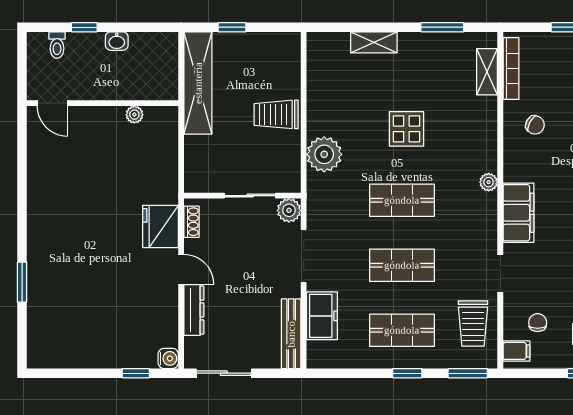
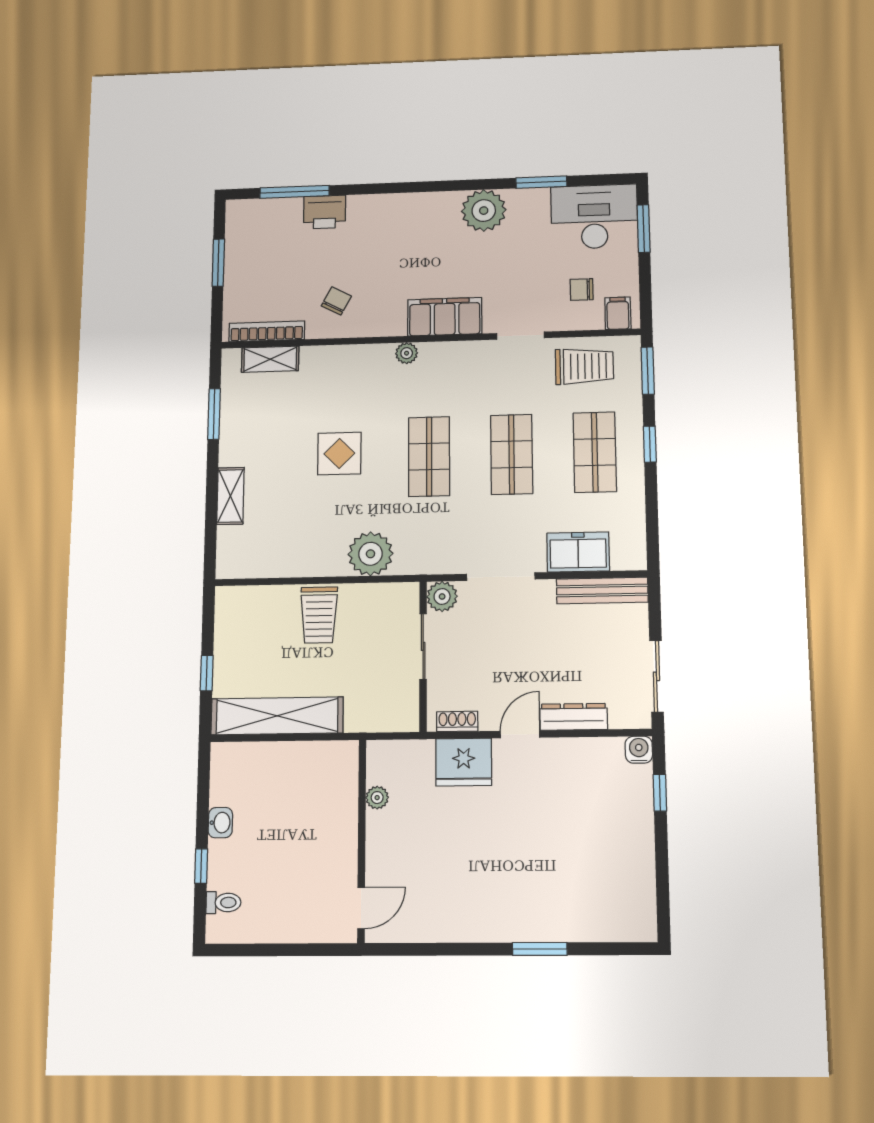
door: (52, 103) -> (361, 908), moved
wall: (102, 103) -> (362, 840), moved
plant: (134, 115) -> (377, 798), moved

